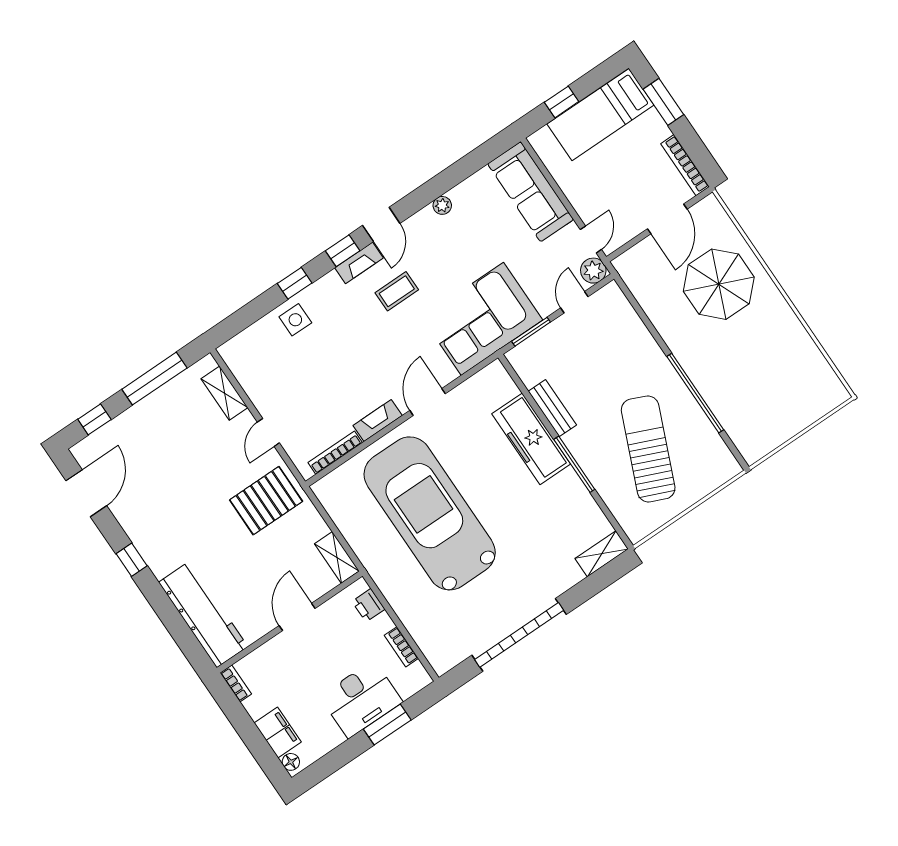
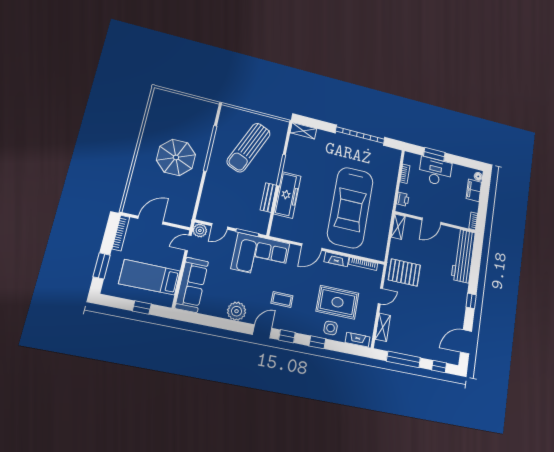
bed: (601, 115) -> (150, 277), moved, turned 180
plant: (442, 205) -> (237, 311), width x1.88, depth x1.88
fireplace: (359, 263) -> (358, 340), moved
parasol: (719, 284) -> (176, 157), moved
rug: (319, 364) -> (337, 302), added

